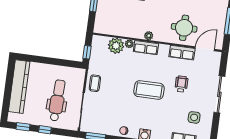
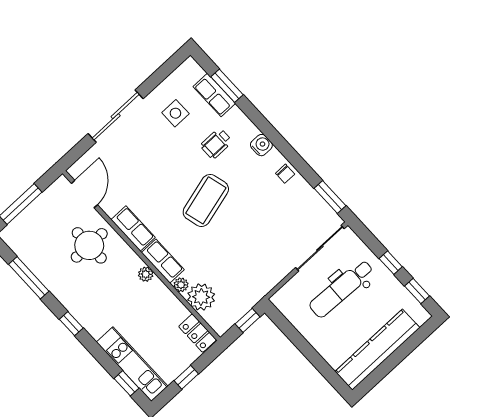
locker: (104, 29) -> (198, 333), added
door: (205, 49) -> (84, 194), swing flipped
row of seats: (182, 53) -> (133, 229), moved
coffee table: (95, 83) -> (271, 270), removed
wheelchair: (181, 84) -> (216, 144), moved
coffee table: (149, 90) -> (206, 200), turned 75

